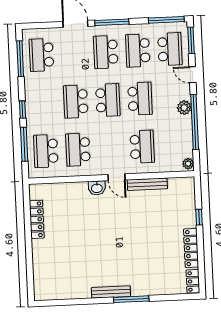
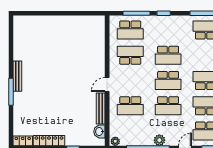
school desk: (76, 102) -> (168, 55), turned 180
school desk: (46, 151) -> (130, 30), turned 180
washbasin: (97, 188) -> (99, 132), moved
locker: (37, 219) -> (77, 20), removed

